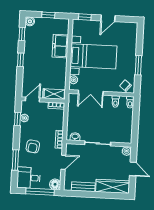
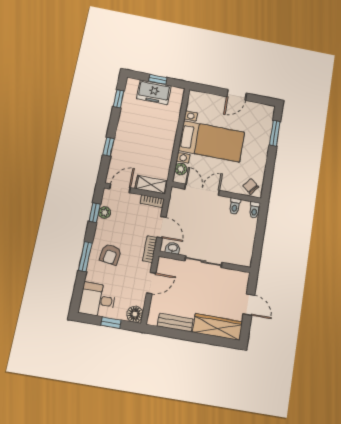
window: (85, 17) -> (206, 89), removed
boiler: (30, 21) -> (132, 84), removed
freezer: (60, 46) -> (154, 92), moved, turned -90
window: (21, 60) -> (108, 147), moved
window: (138, 65) -> (275, 133), moved
double door: (91, 93) -> (202, 190), swing flipped
door: (65, 123) -> (162, 227), added
plant: (127, 151) -> (243, 278), removed
window: (15, 160) -> (85, 256), moved
window: (40, 192) -> (111, 323), width x0.46

